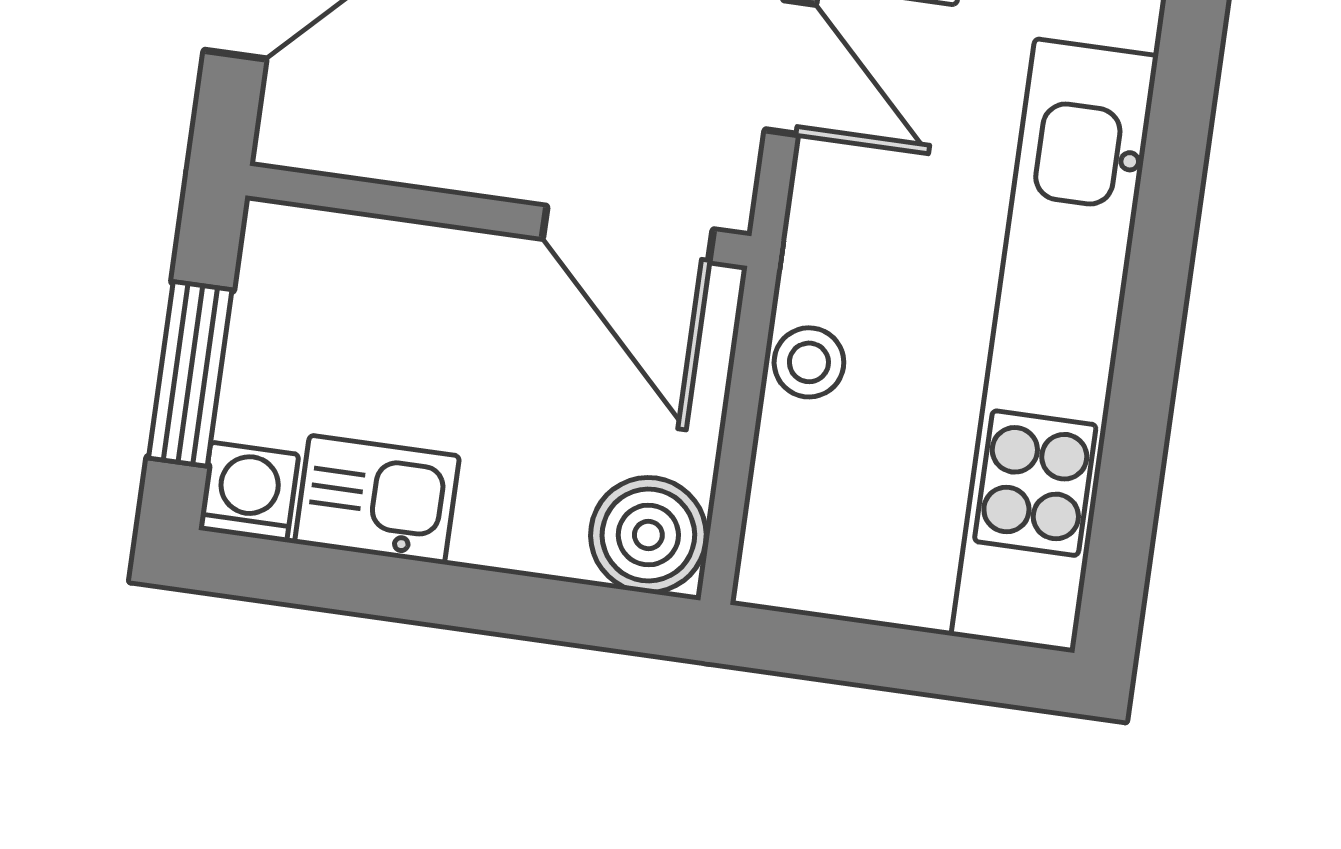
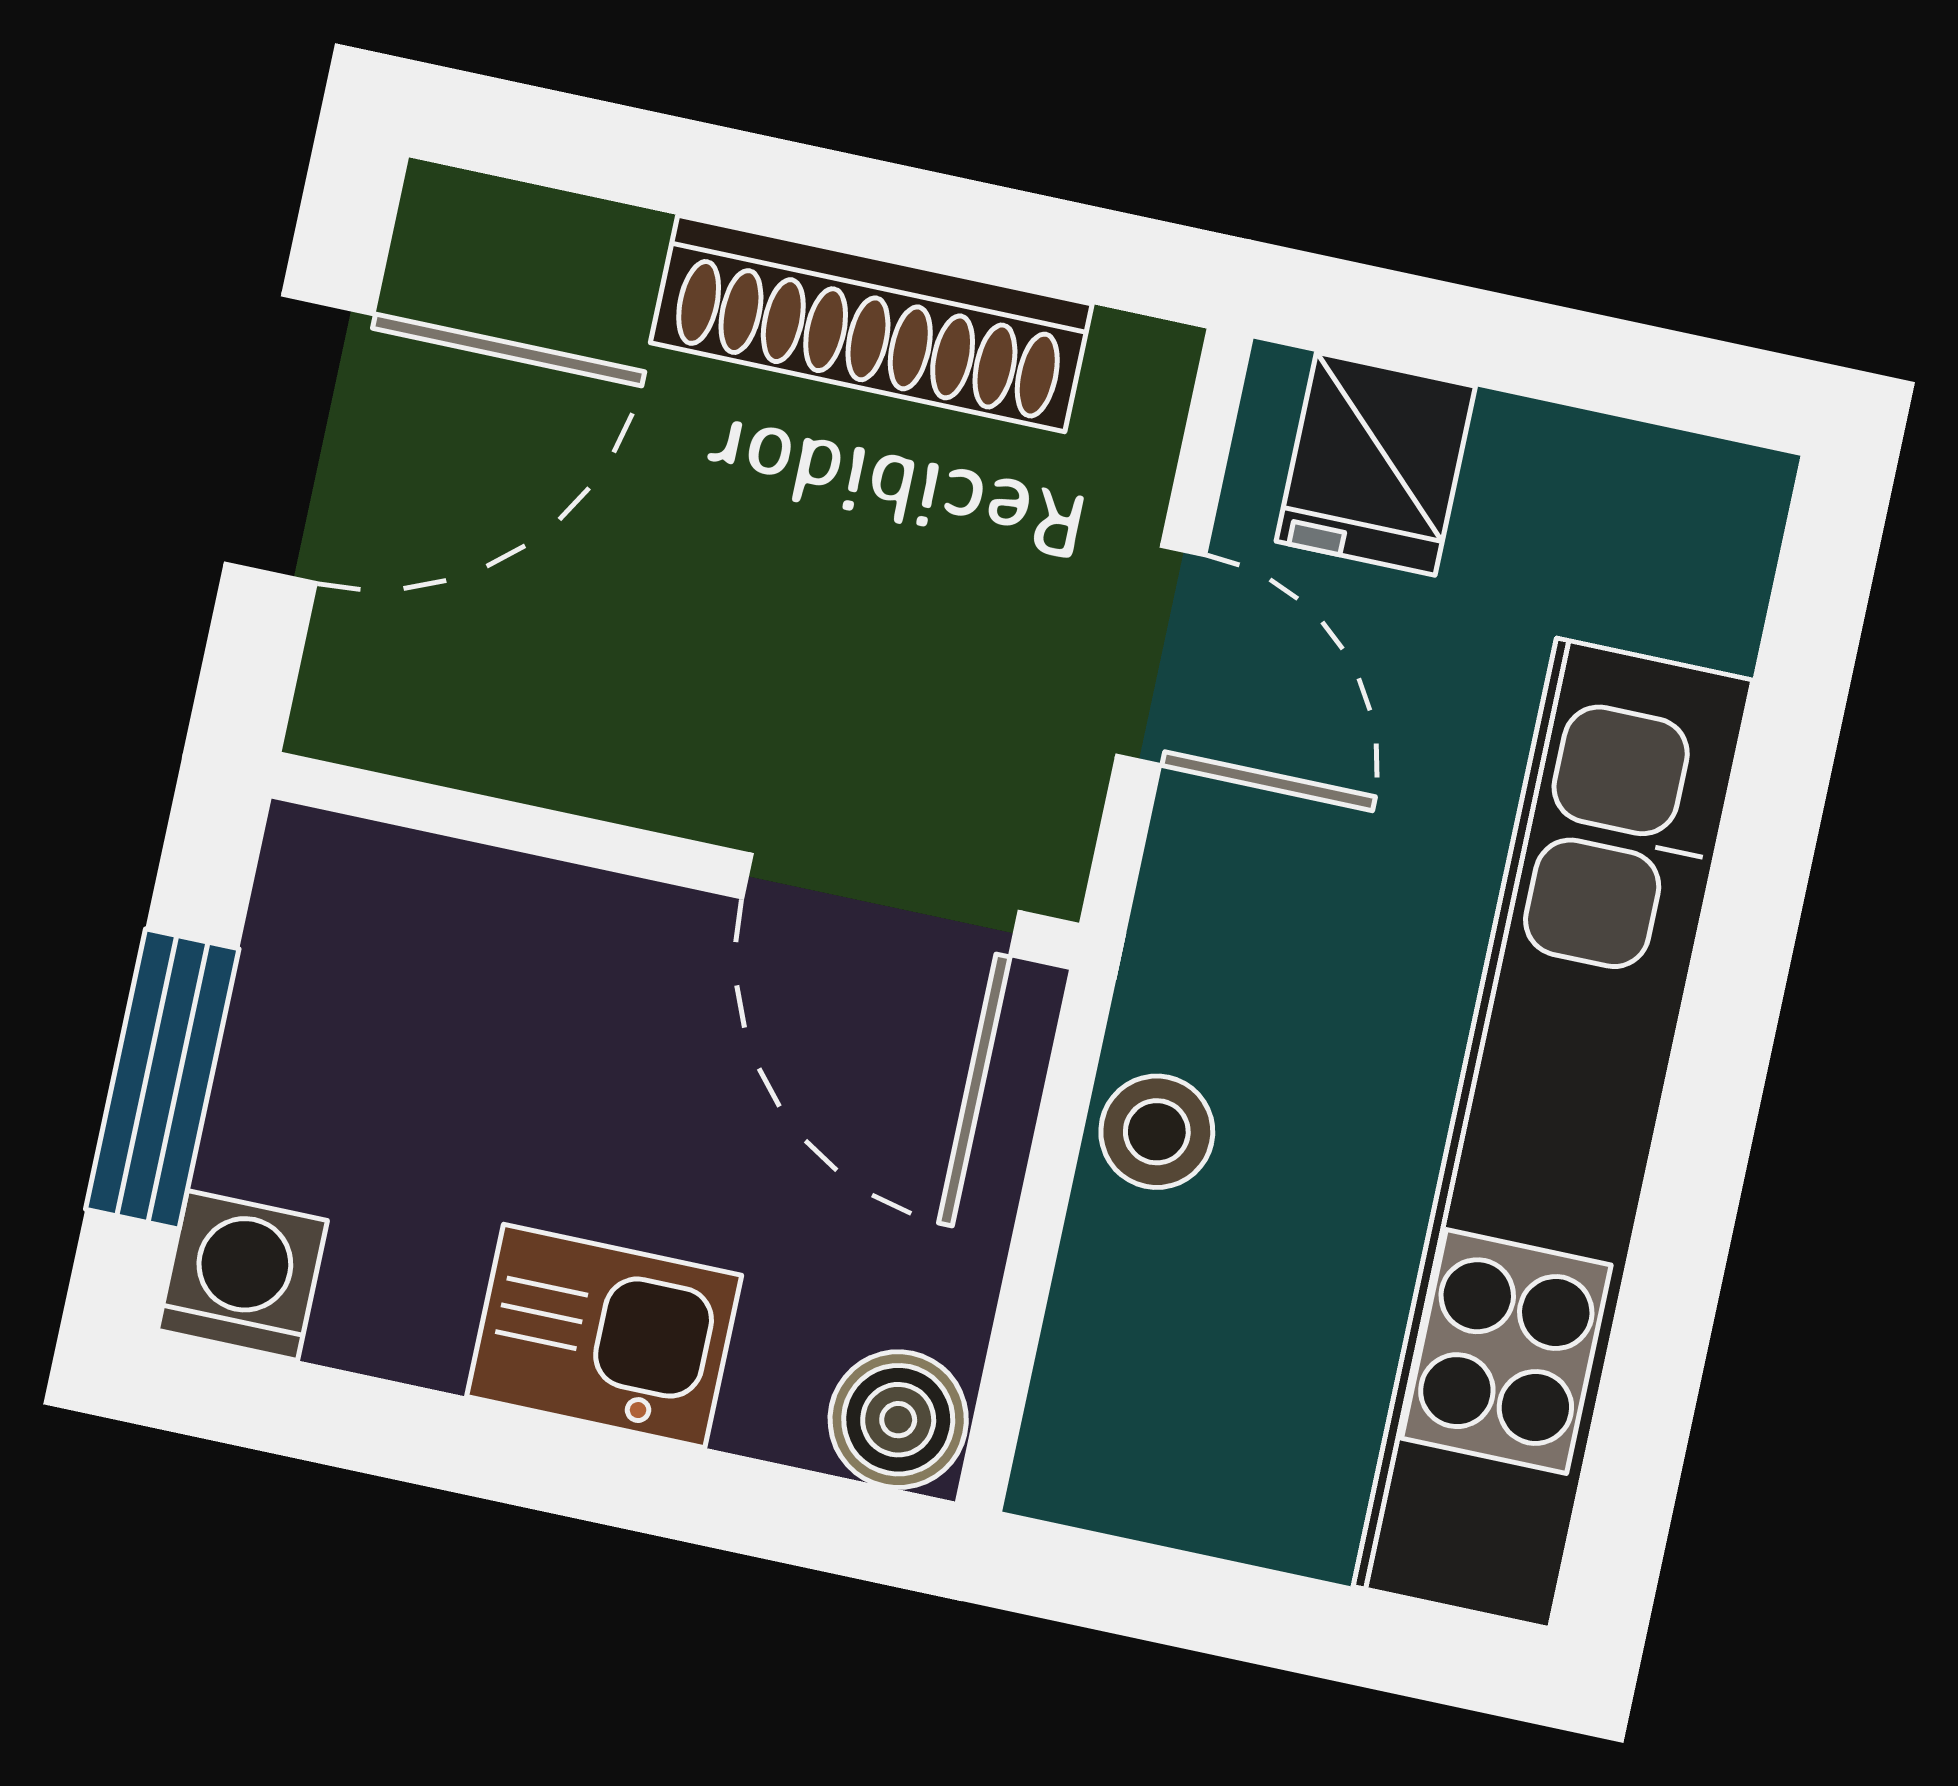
kitchen sink: (377, 500) -> (604, 1336), moved
boiler: (648, 535) -> (898, 1420), width x0.73, depth x0.73

